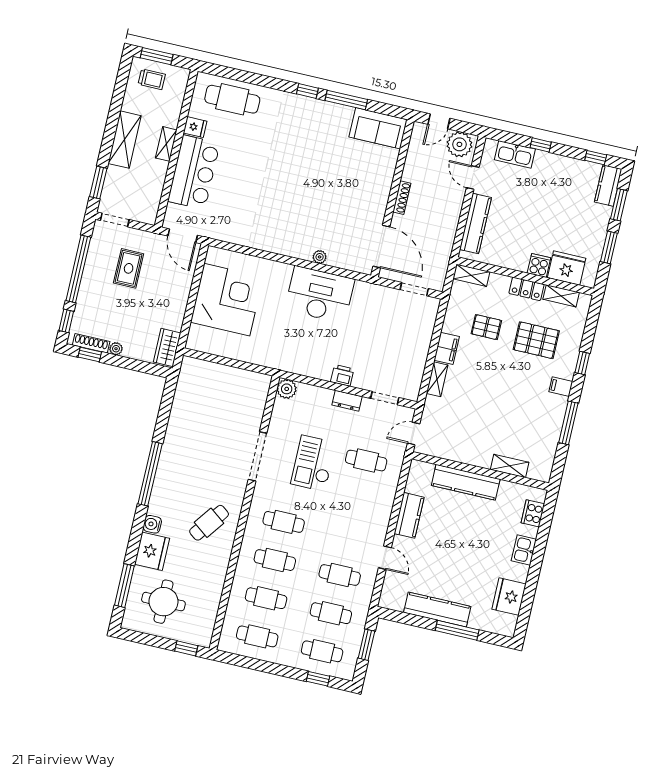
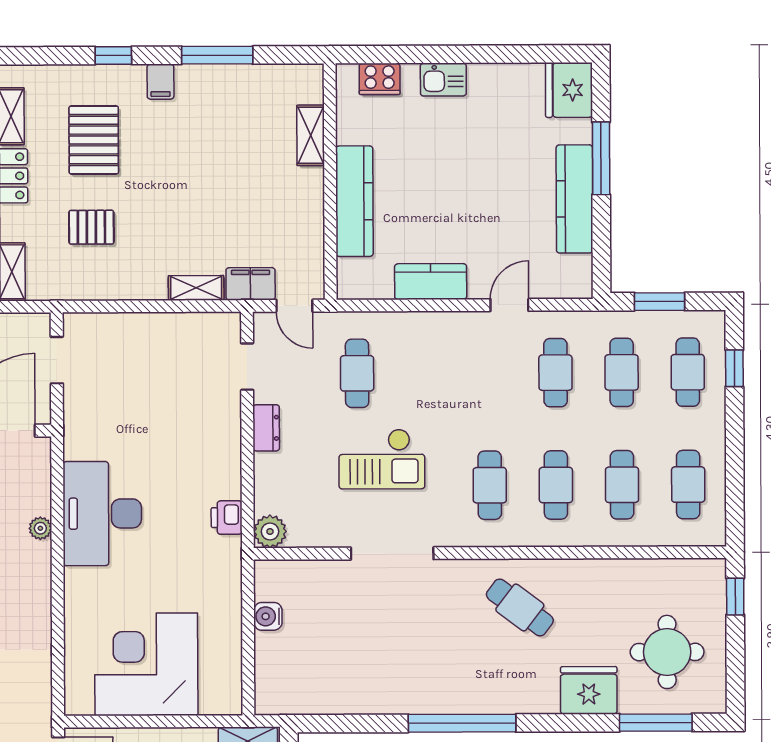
pallet: (486, 327) -> (91, 227), turned 90
filing cabinet: (447, 348) -> (251, 284), moved
printer: (342, 375) -> (227, 518), moved
water cooler: (152, 524) -> (268, 616), moved, turned 90
fridge: (509, 597) -> (569, 90), moved, turned 90

